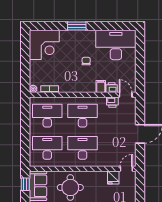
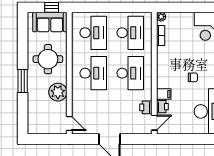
fridge: (113, 178) -> (59, 108), removed
plant: (99, 179) -> (58, 92), added

